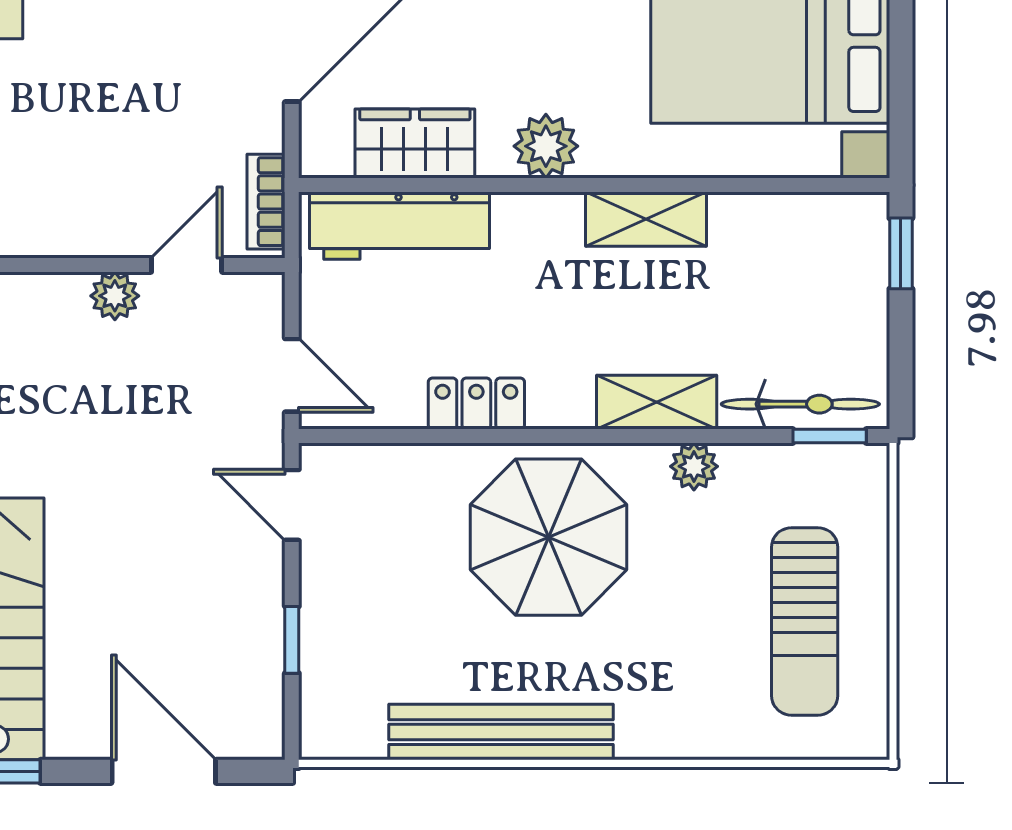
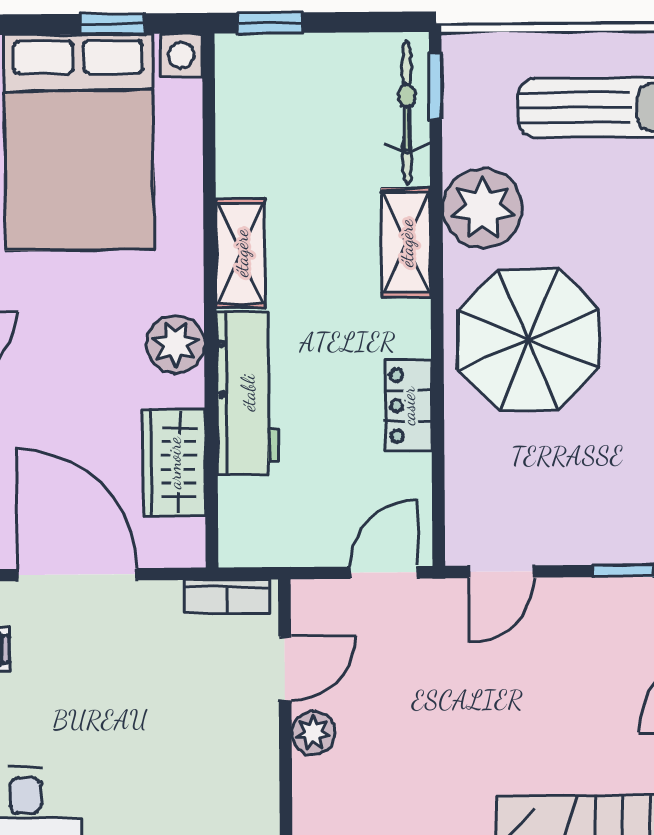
window: (901, 78) -> (112, 24), added
workbench: (399, 226) -> (248, 393), moved
door: (187, 265) -> (285, 668), swing flipped
plant: (694, 466) -> (483, 208), width x1.88, depth x1.88

